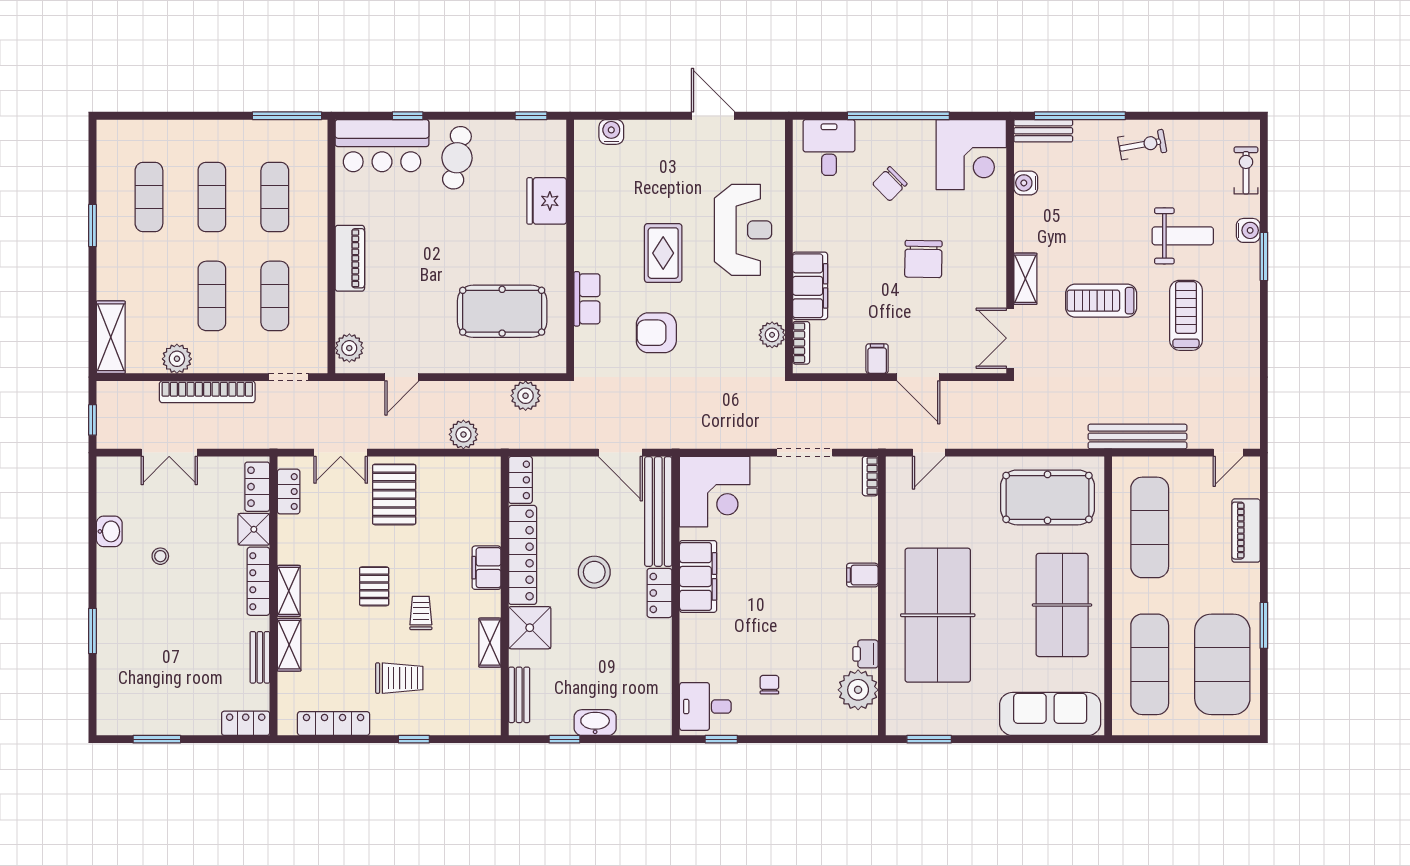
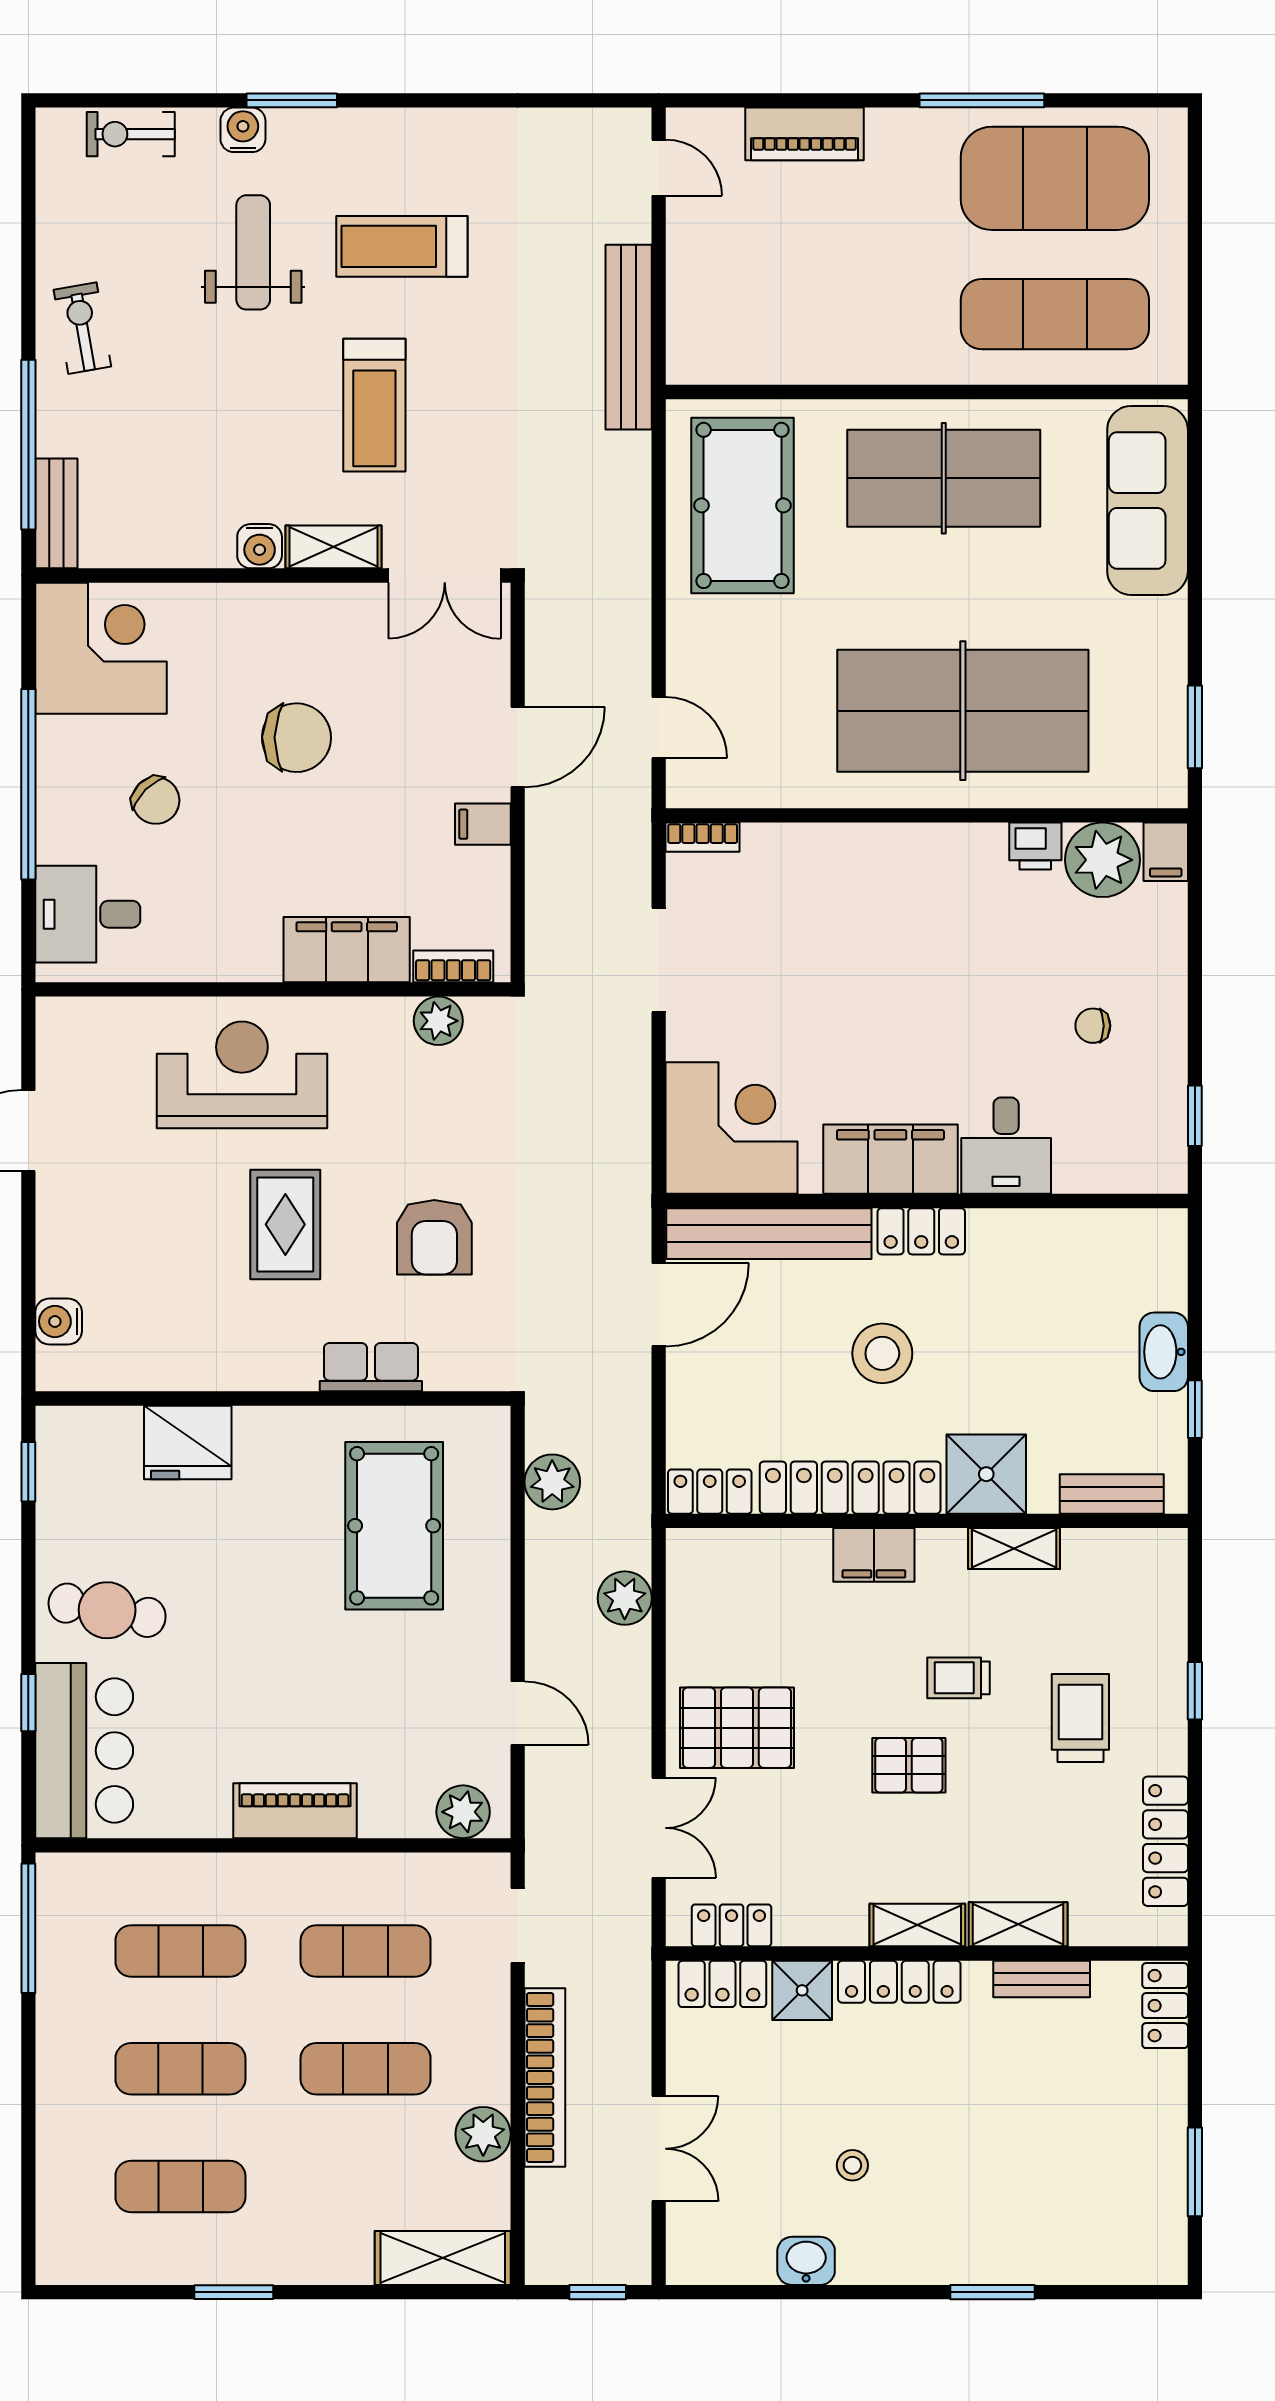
water cooler: (1026, 183) -> (260, 546), moved
rug: (663, 253) -> (285, 1224), turned 90
exercise mat: (1150, 527) -> (799, 314), removed
filing cabinet: (862, 575) -> (1166, 852), moved
window: (1264, 625) -> (982, 100), width x1.44
desk: (705, 707) -> (1006, 1146), moved

